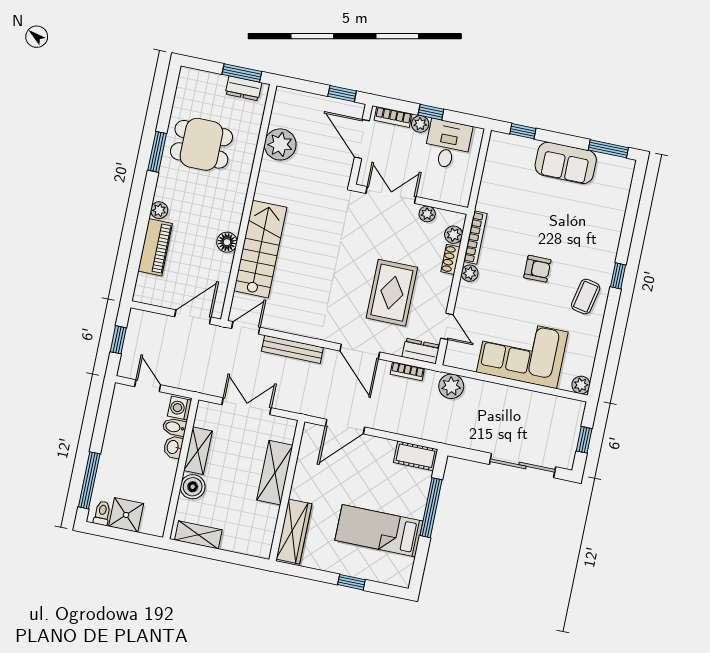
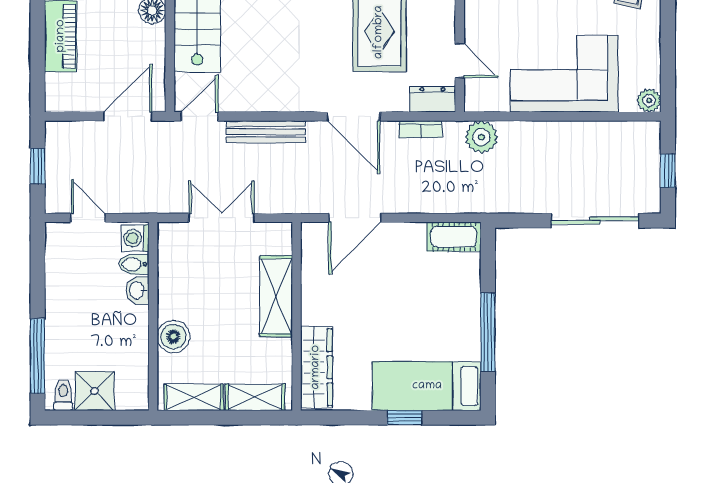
shelving: (198, 451) -> (255, 397), moved, turned 90
window: (431, 508) -> (488, 332), moved
bed: (379, 531) -> (427, 386), moved

